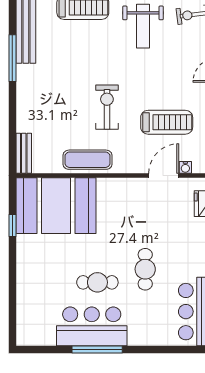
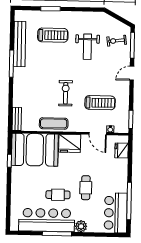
door: (164, 176) -> (98, 134), swing flipped
fridge: (116, 193) -> (70, 143), added
bar counter: (92, 326) -> (47, 220), width x1.36
plant: (138, 336) -> (81, 226), added

